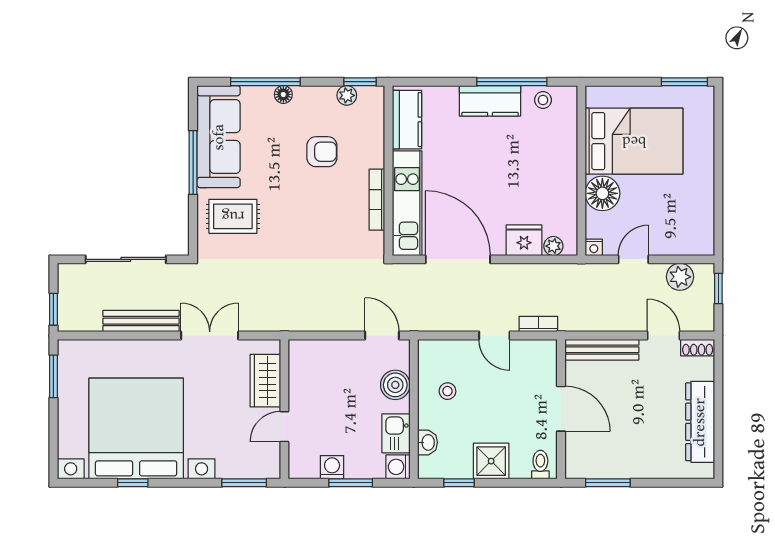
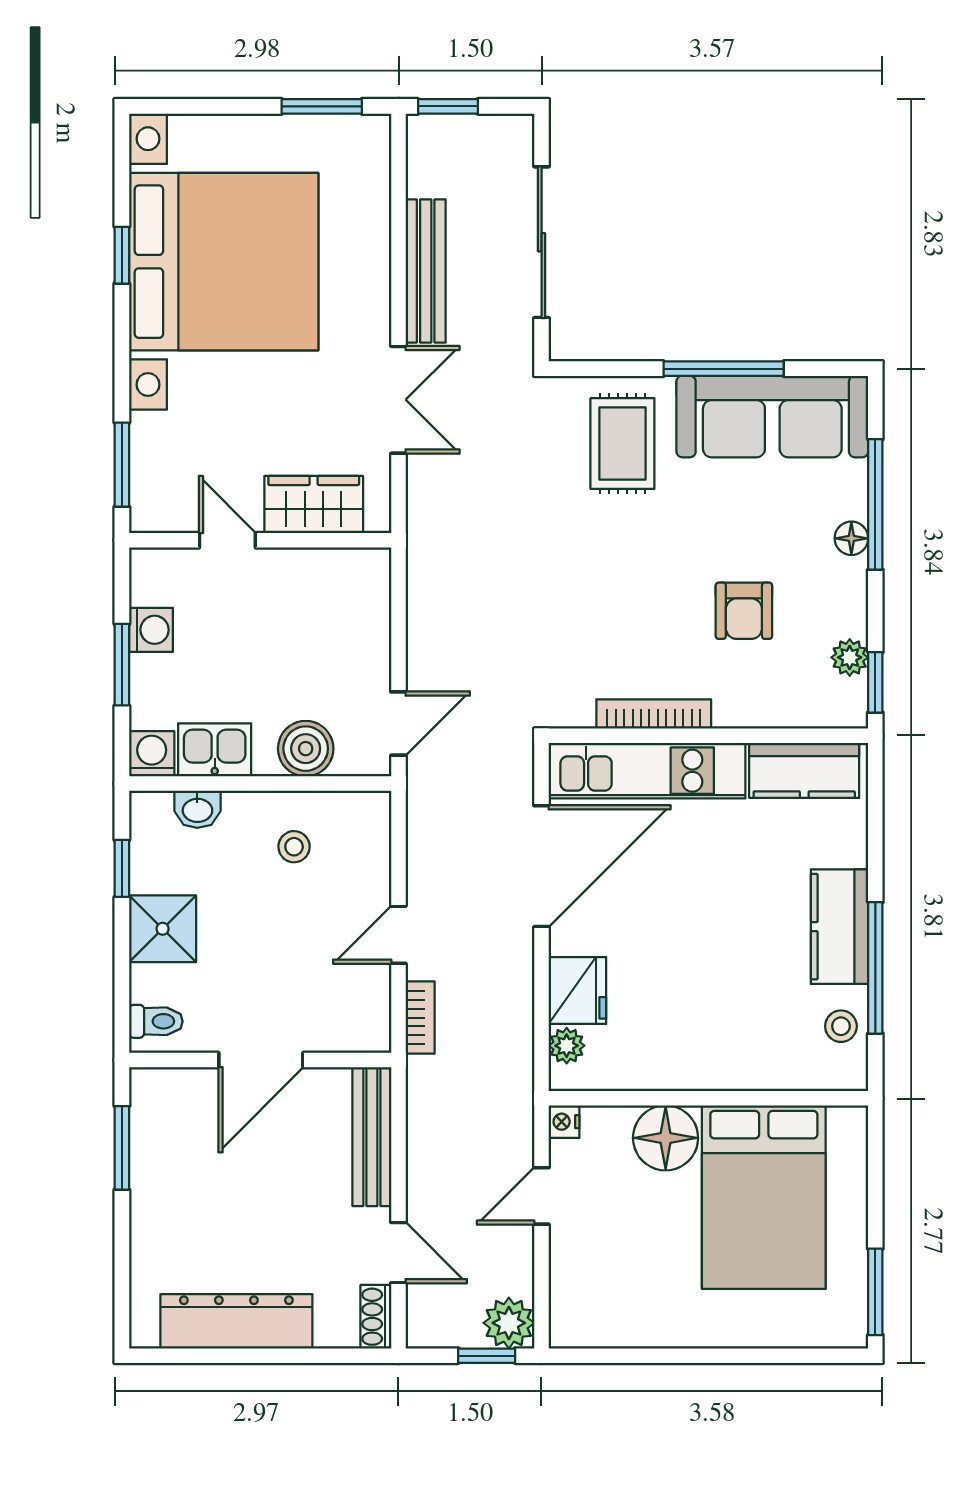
door: (633, 259) -> (542, 1196), swing flipped
plant: (680, 277) -> (509, 1323), moved
door: (664, 336) -> (398, 1253), hinge flipped

